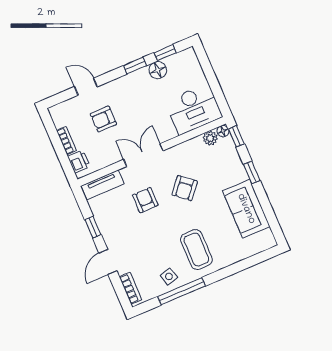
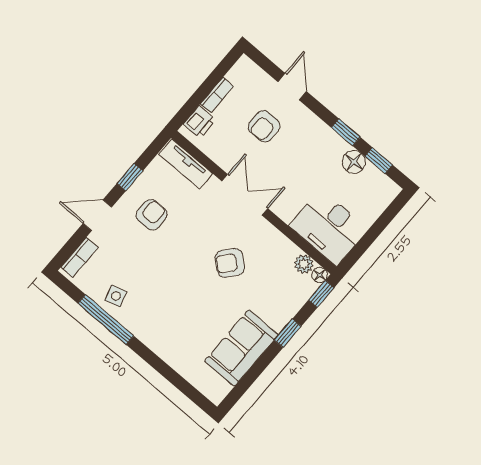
armchair: (103, 119) -> (264, 126), turned -90
armchair: (145, 200) -> (152, 215), moved
coffee table: (196, 250) -> (164, 313), removed

